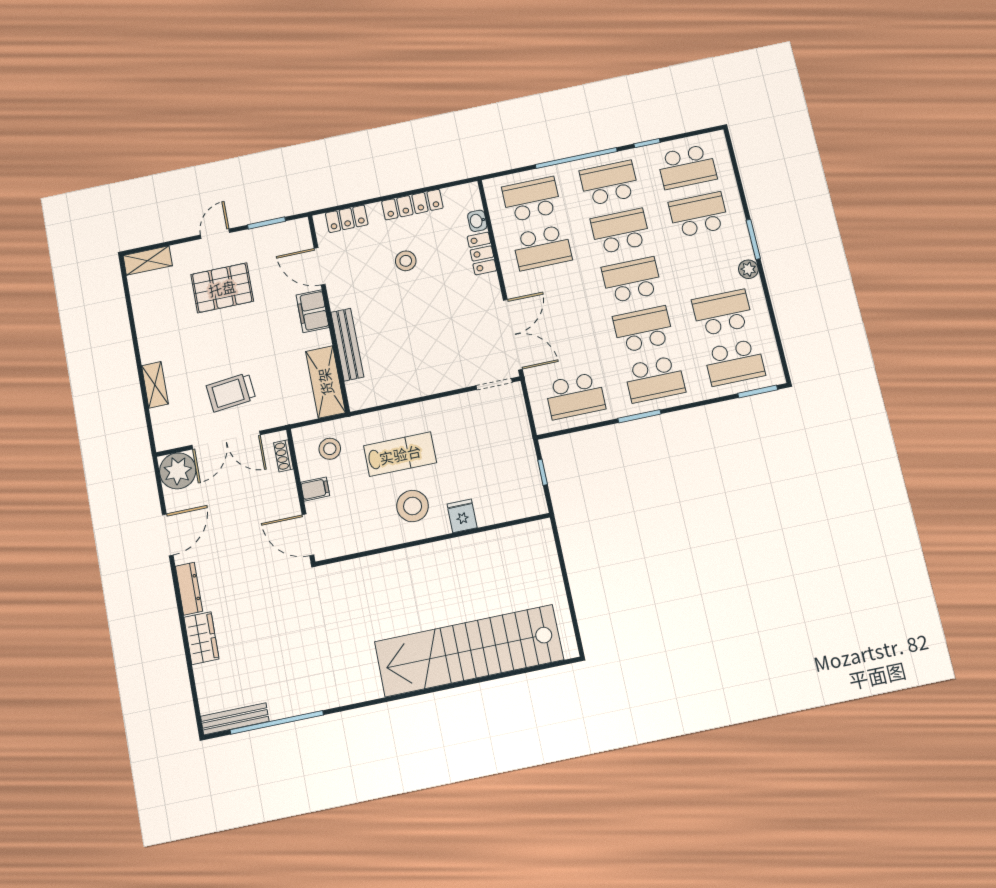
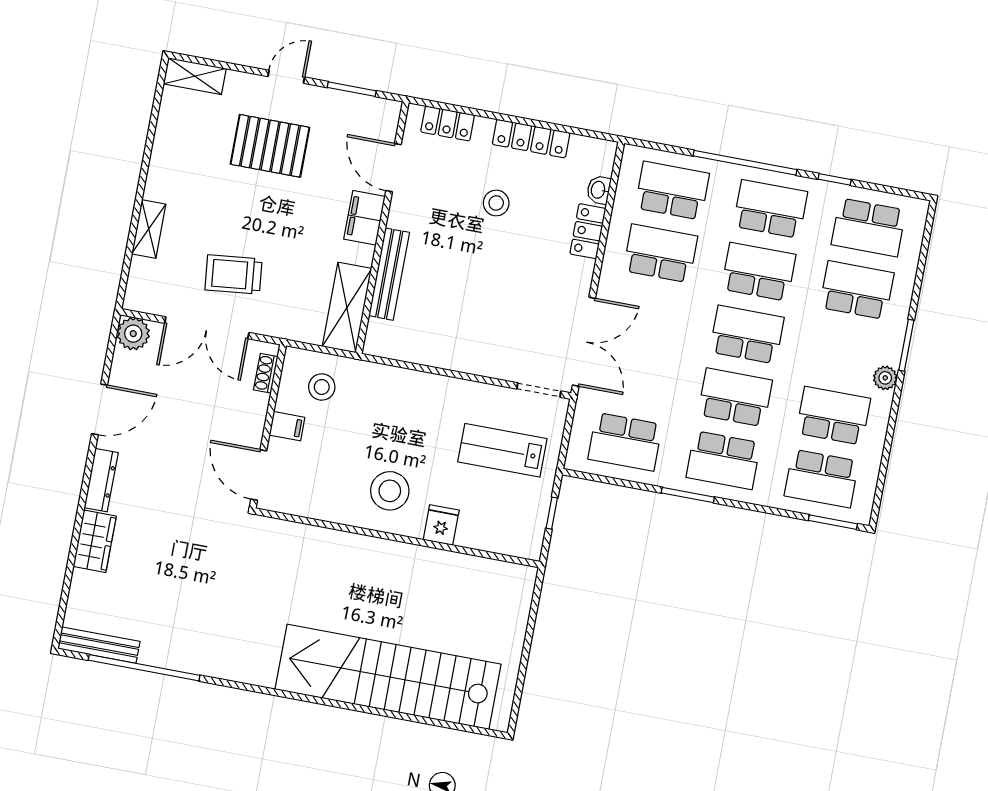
school desk: (542, 248) -> (660, 253), turned 180
lab bench: (400, 454) -> (502, 450), moved, turned 180
plant: (178, 471) -> (133, 334), width x0.73, depth x0.73

